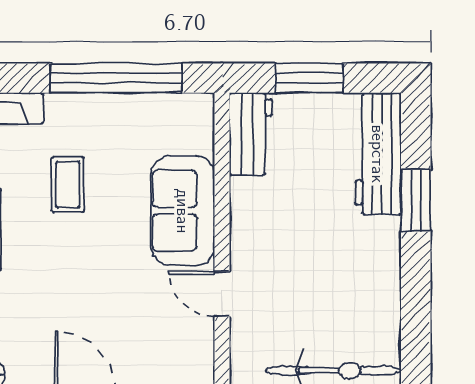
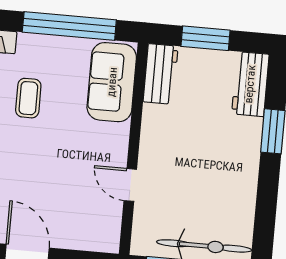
workbench: (378, 154) -> (250, 84), width x0.73
sofa: (183, 211) -> (112, 82), moved

